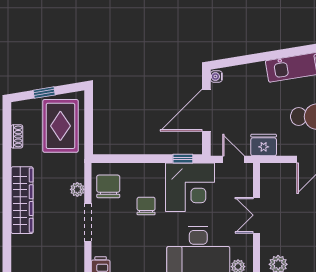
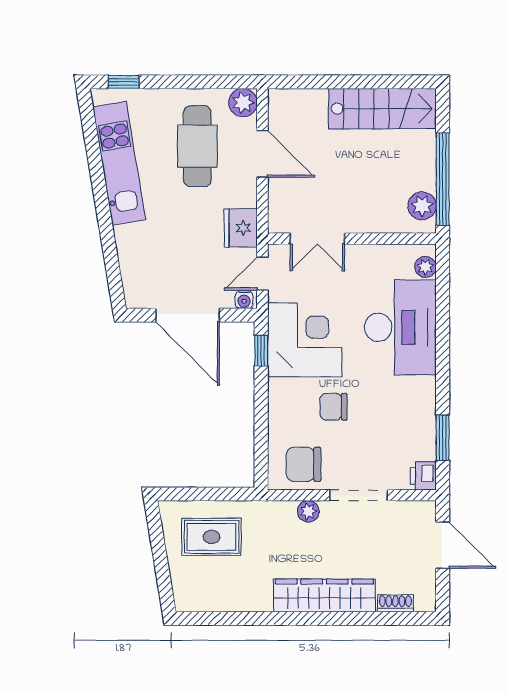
water cooler: (216, 76) -> (244, 300), moved
window: (44, 93) -> (161, 562), removed
rug: (60, 126) -> (211, 537), width x0.73, depth x0.70
shoe rack: (17, 136) -> (395, 603), moved
double door: (257, 215) -> (317, 239), moved

